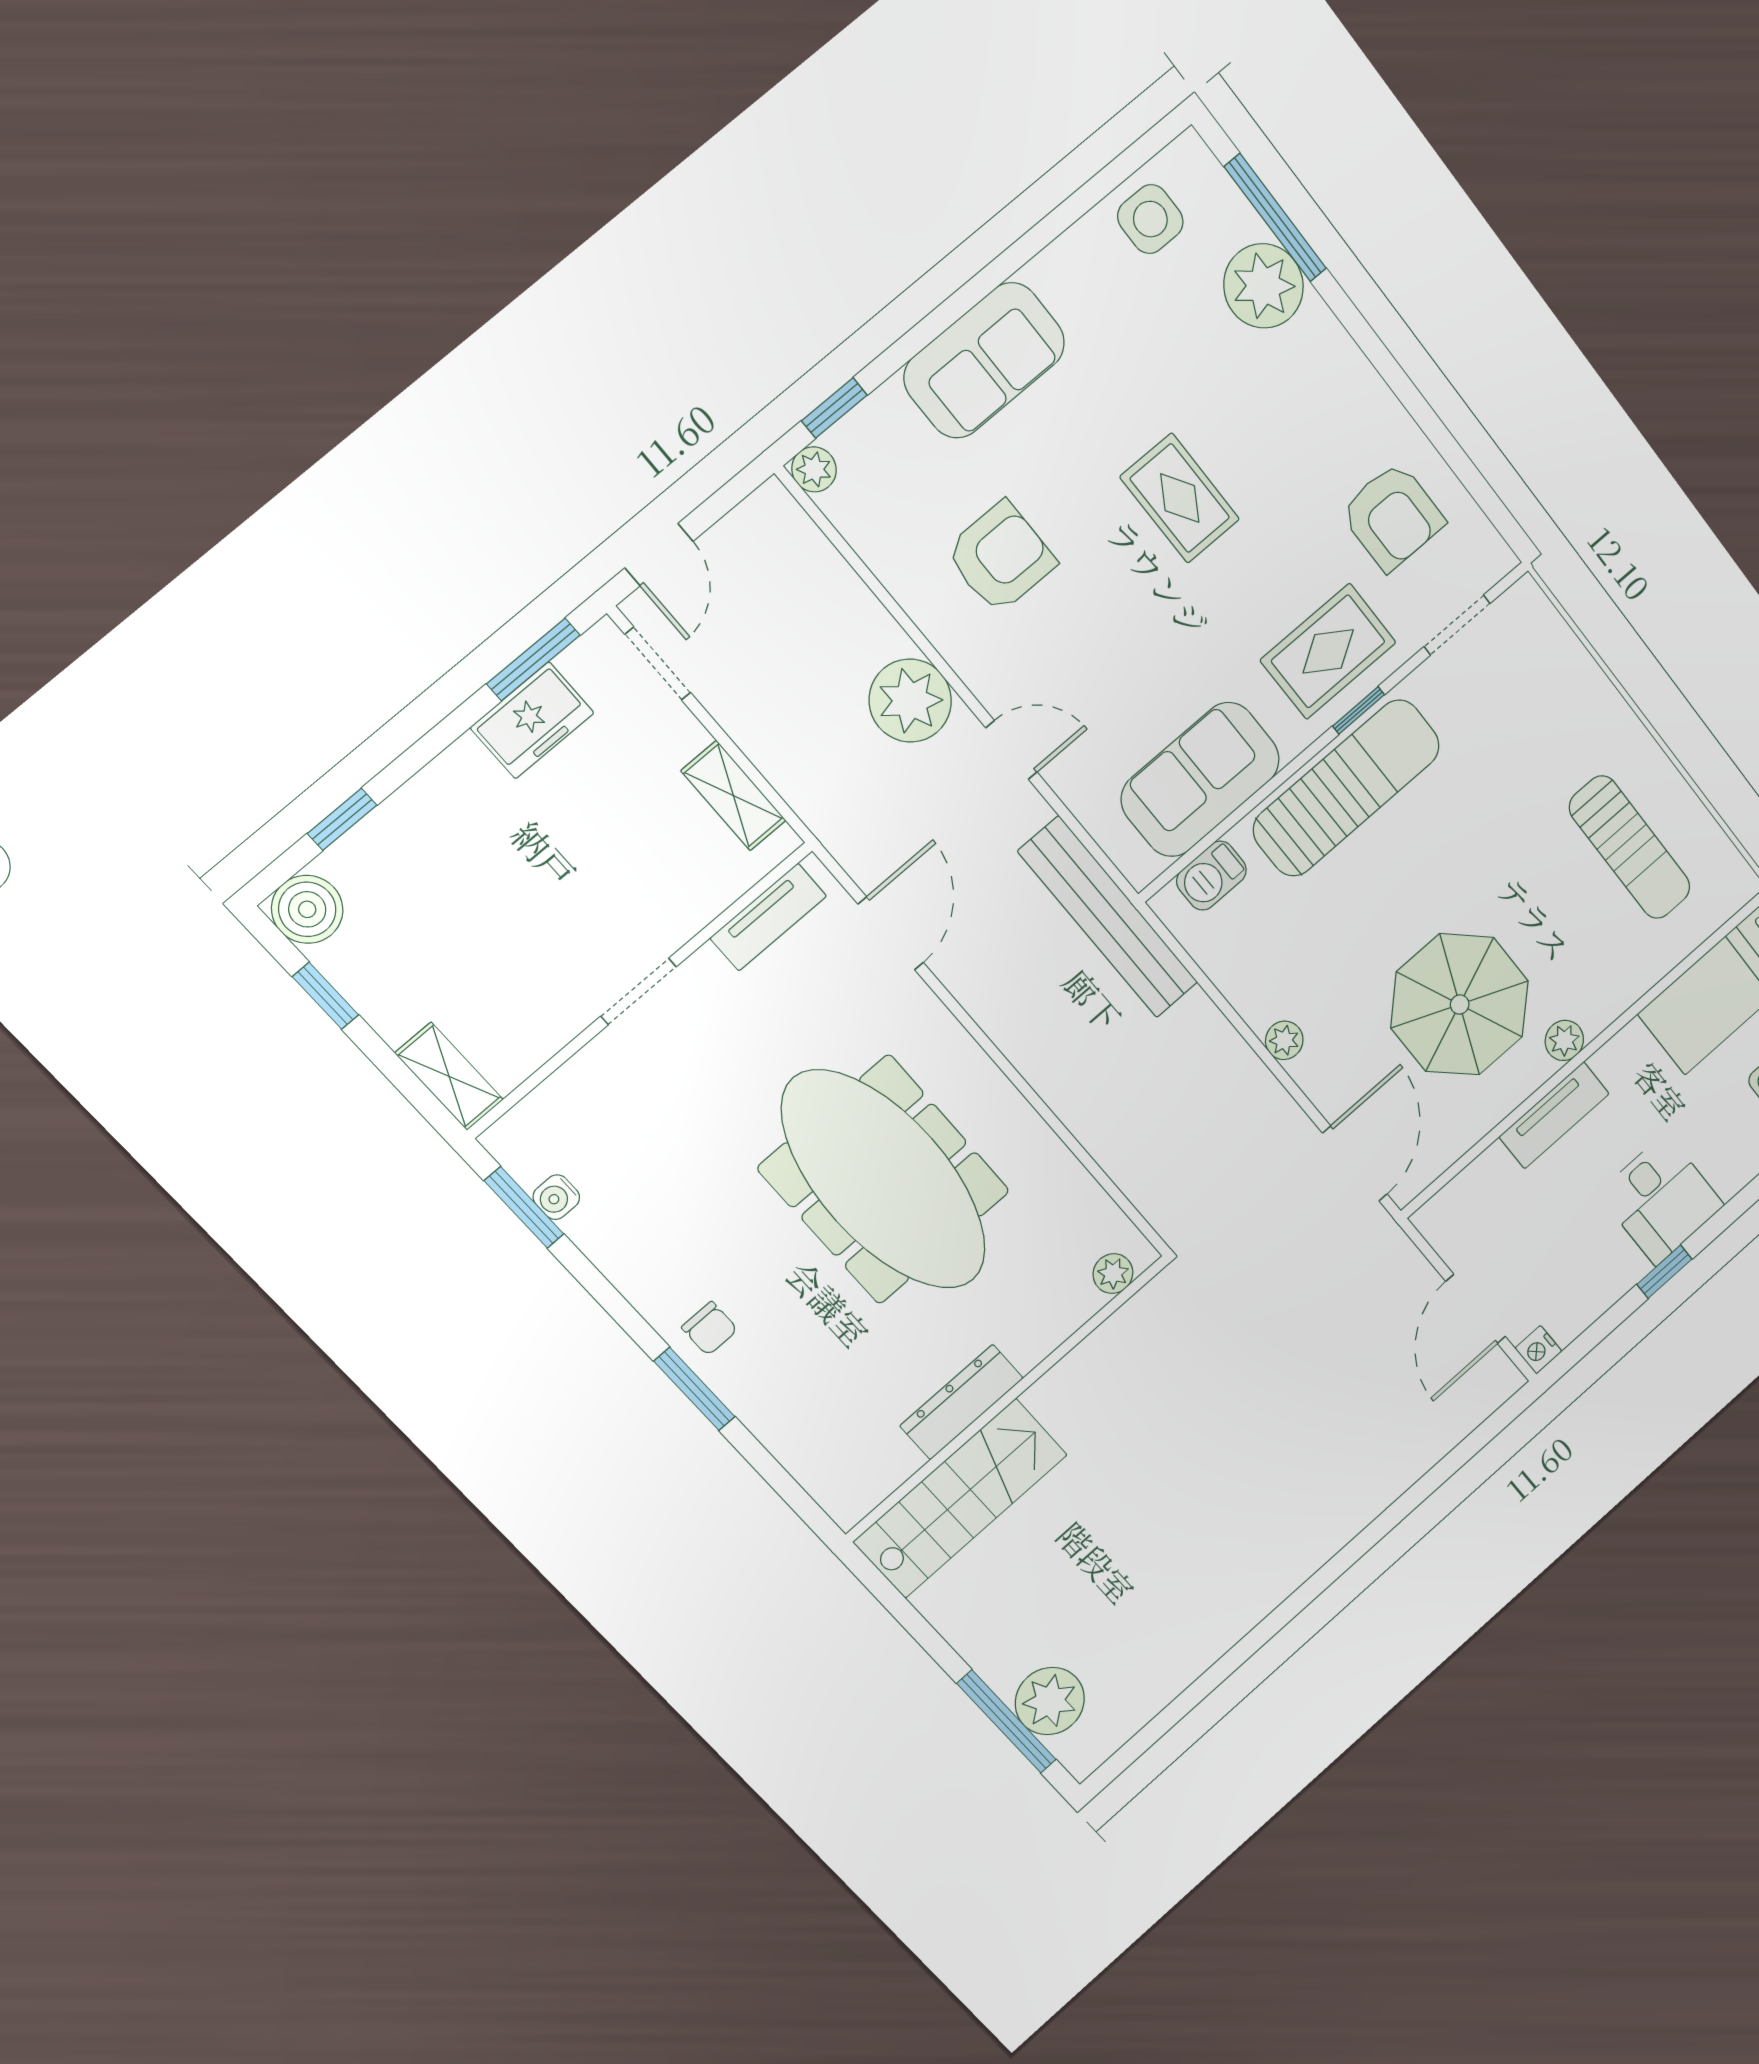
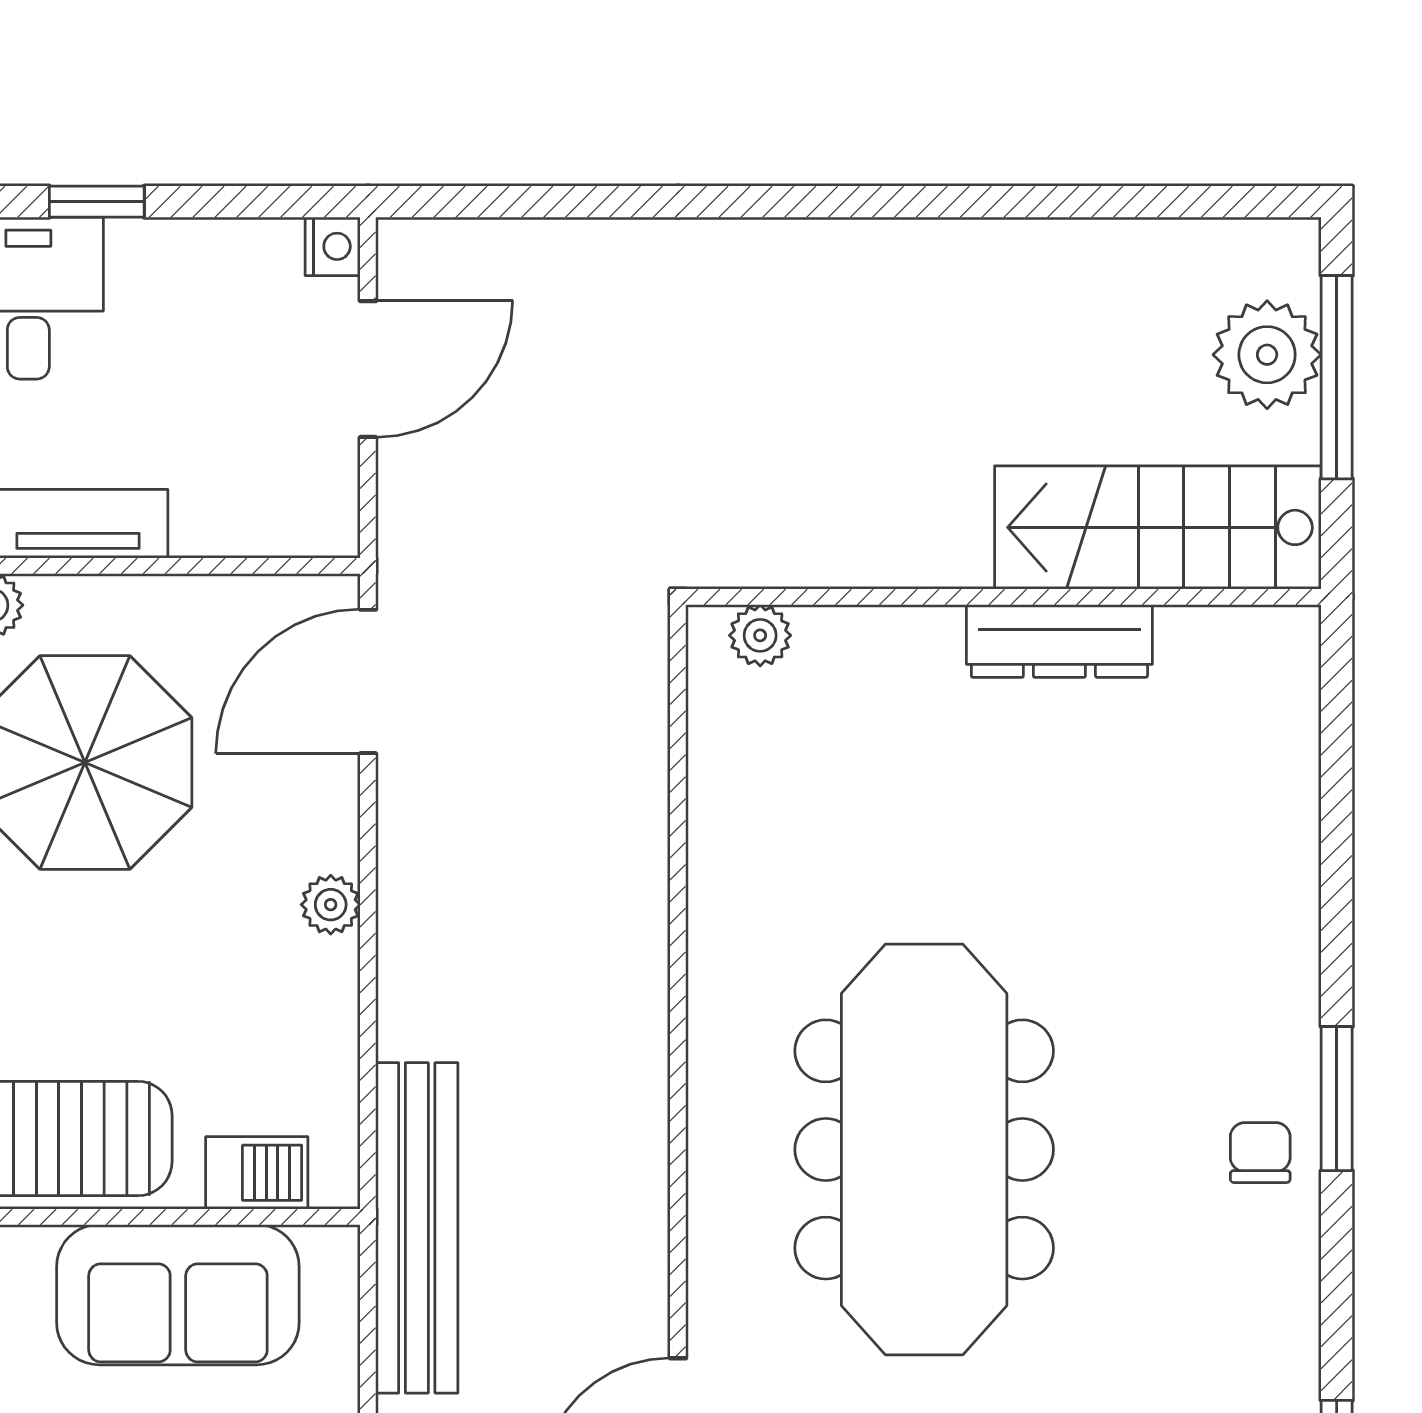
plant: (1113, 1274) -> (760, 635), moved
wall: (1008, 1398) -> (1003, 597), moved
dresser: (962, 1402) -> (1059, 641), moved
stairs: (961, 1498) -> (1158, 527), moved

